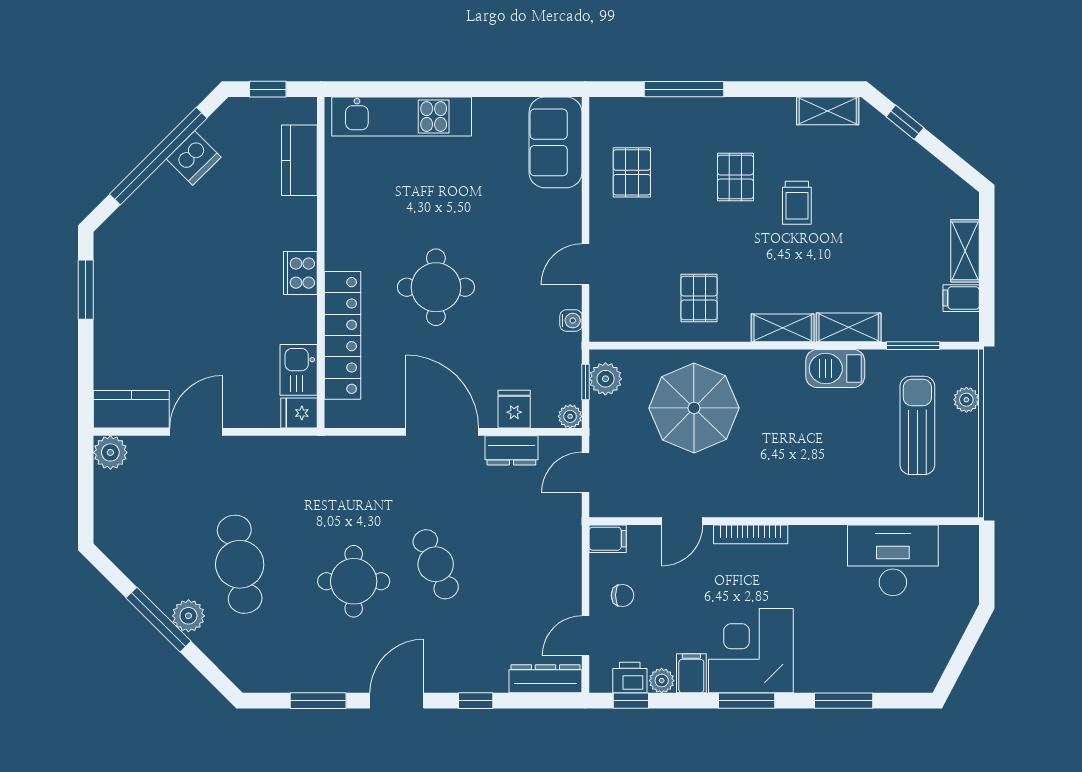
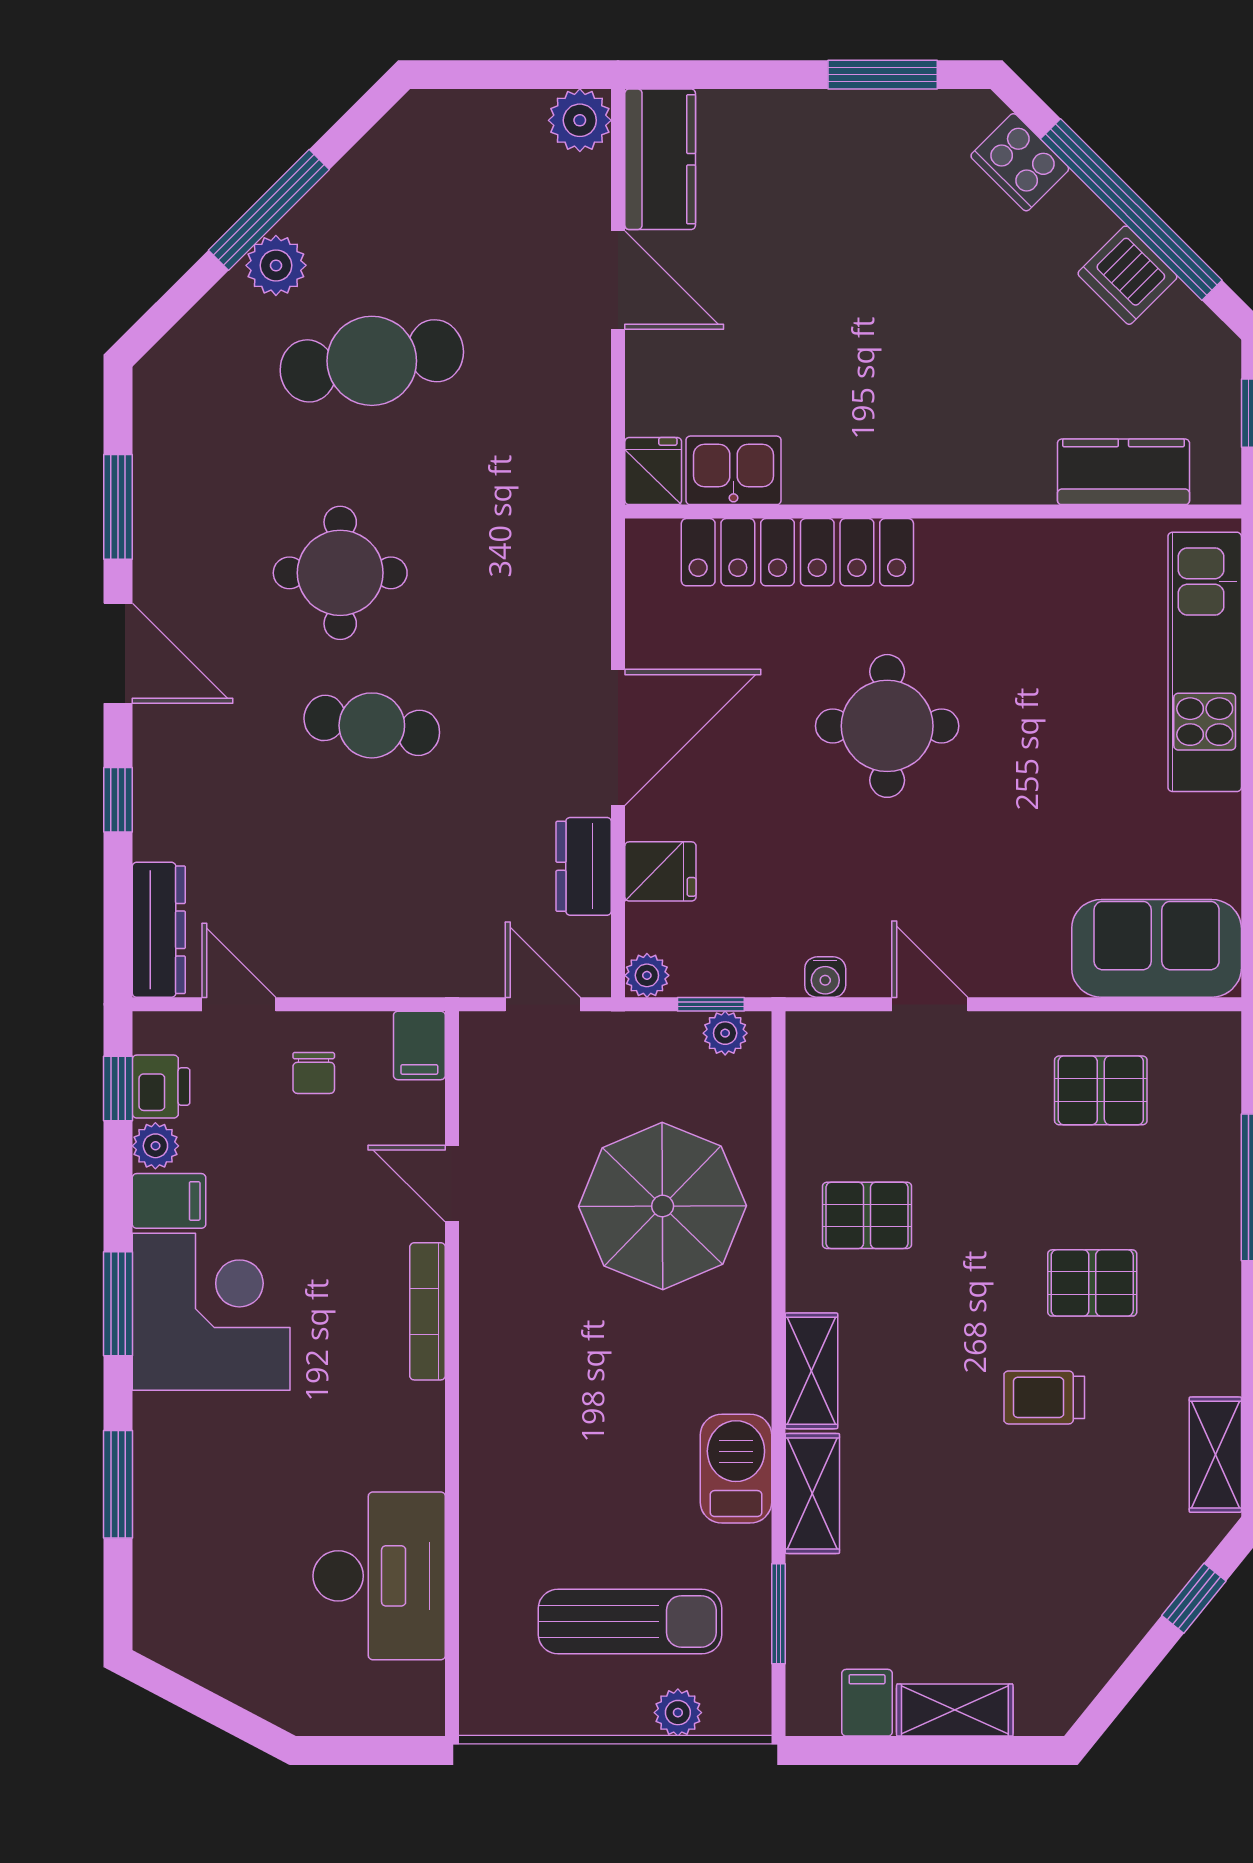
cooker: (300, 273) -> (1020, 162), moved, turned -135
plant: (605, 379) -> (725, 1033), width x0.73, depth x0.73
cafe table: (436, 564) -> (372, 725), turned 33

